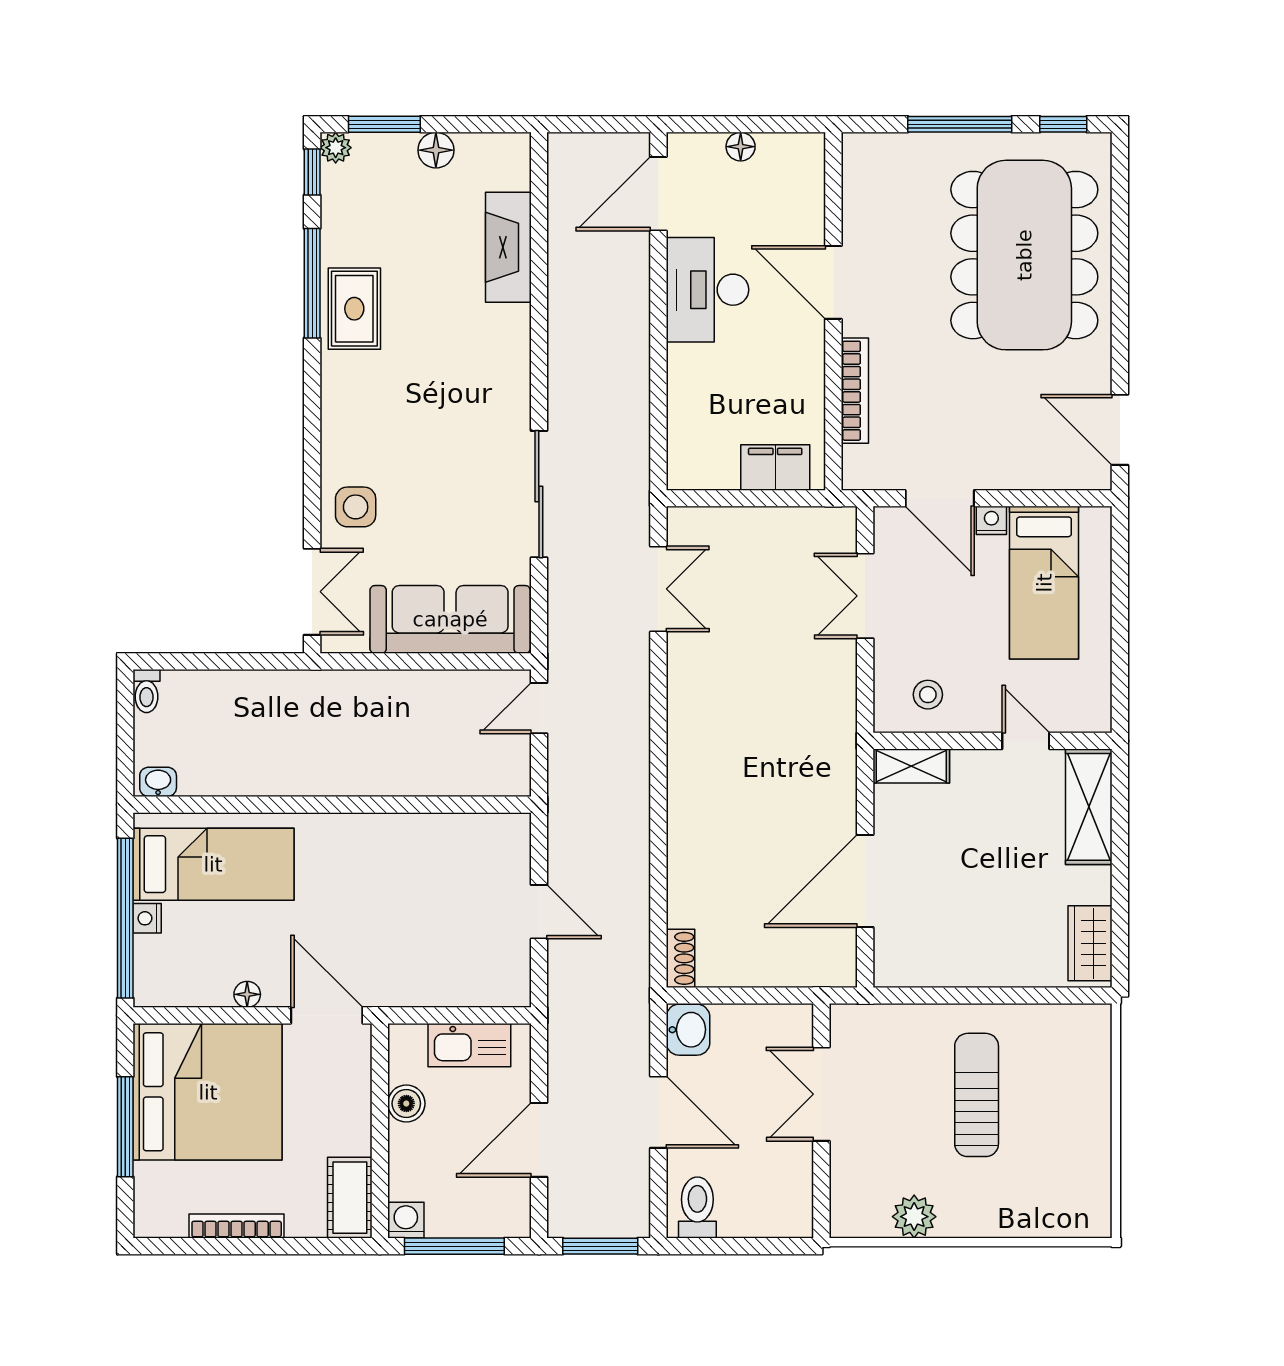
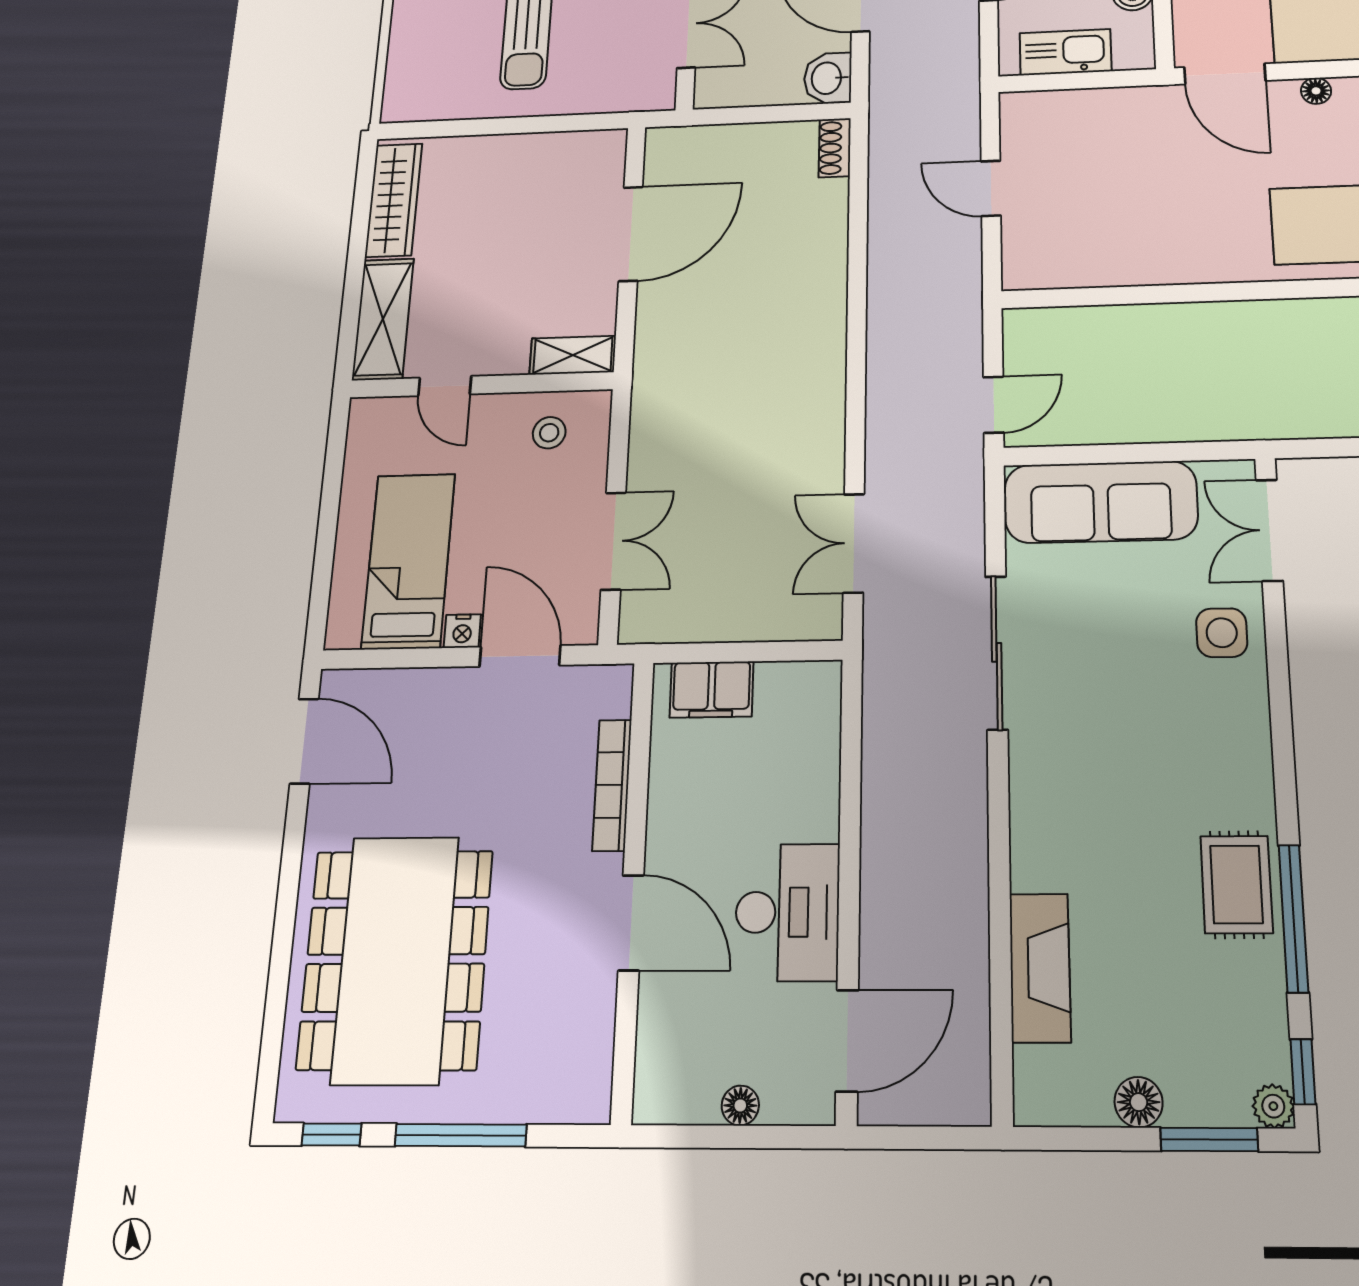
wardrobe: (1090, 943) -> (394, 200), width x1.50

